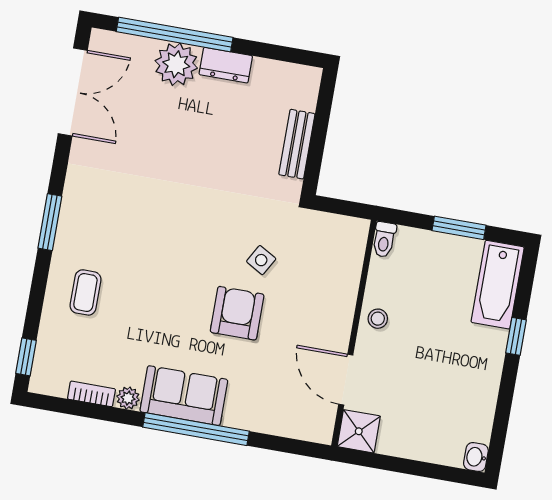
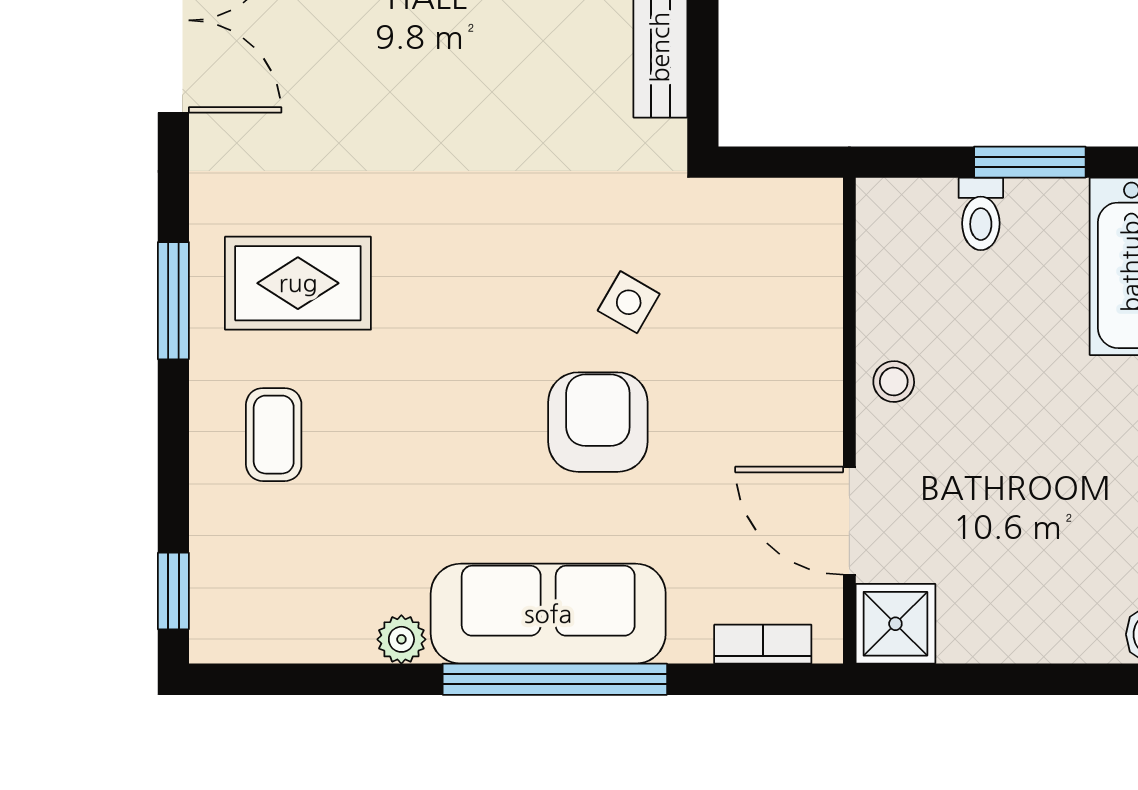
rug: (109, 224) -> (298, 283), added
toilet: (384, 239) -> (981, 214), moved
bookcase: (91, 394) -> (763, 644), moved
sofa: (184, 396) -> (548, 614), width x1.36

